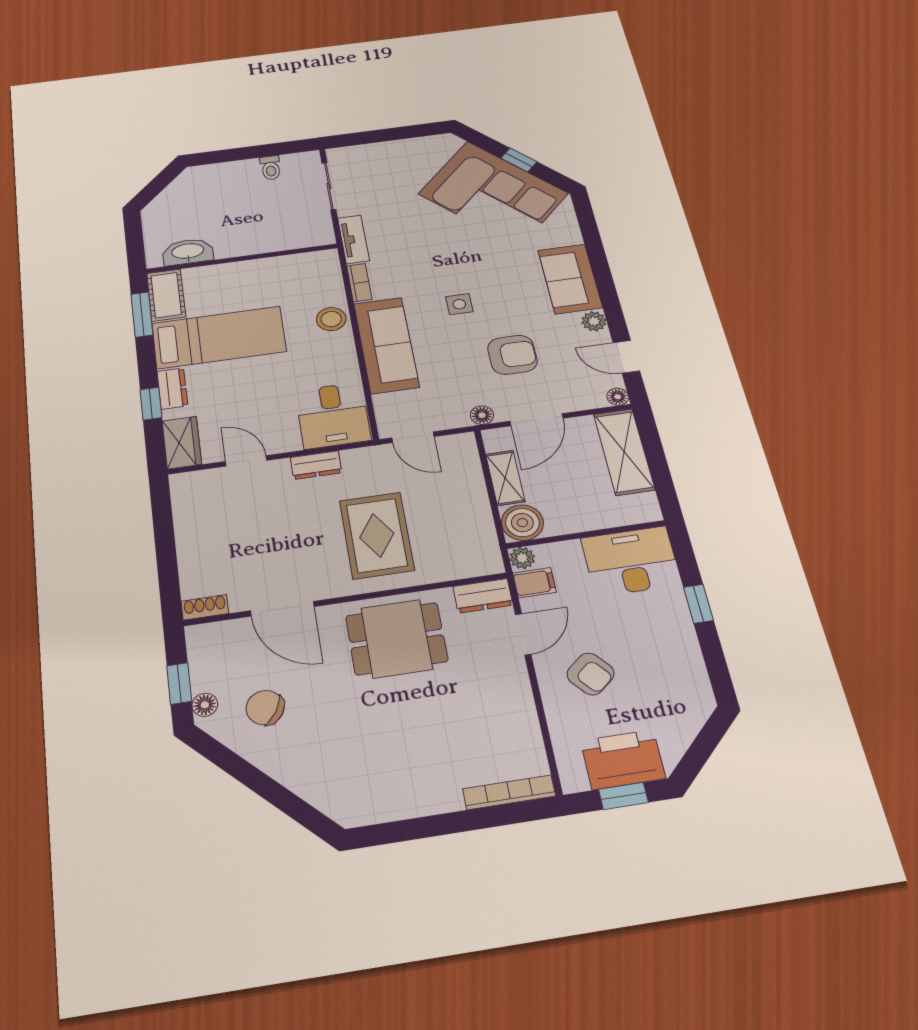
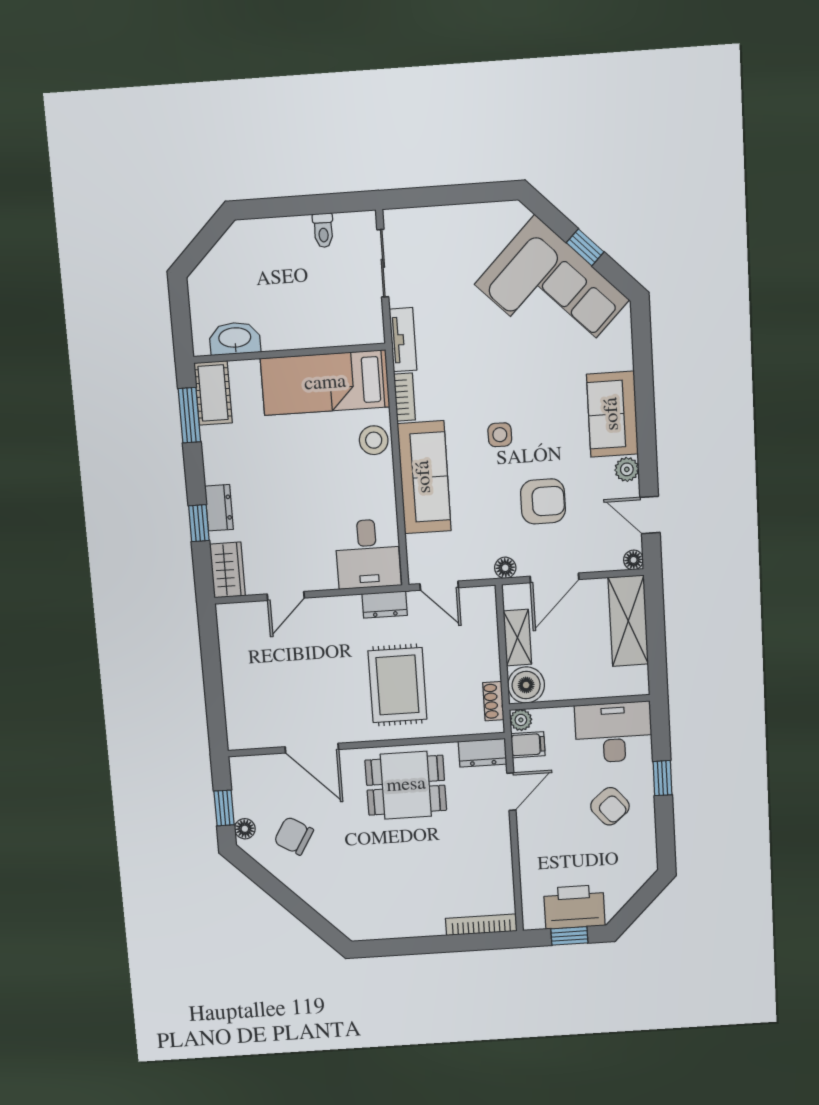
bed: (219, 337) -> (325, 383), moved, turned 180
door: (246, 461) -> (286, 596), swing flipped
dresser: (316, 465) -> (385, 605), moved
shoe rack: (205, 607) -> (493, 701), moved, turned -90
armchair: (591, 674) -> (610, 806), moved

